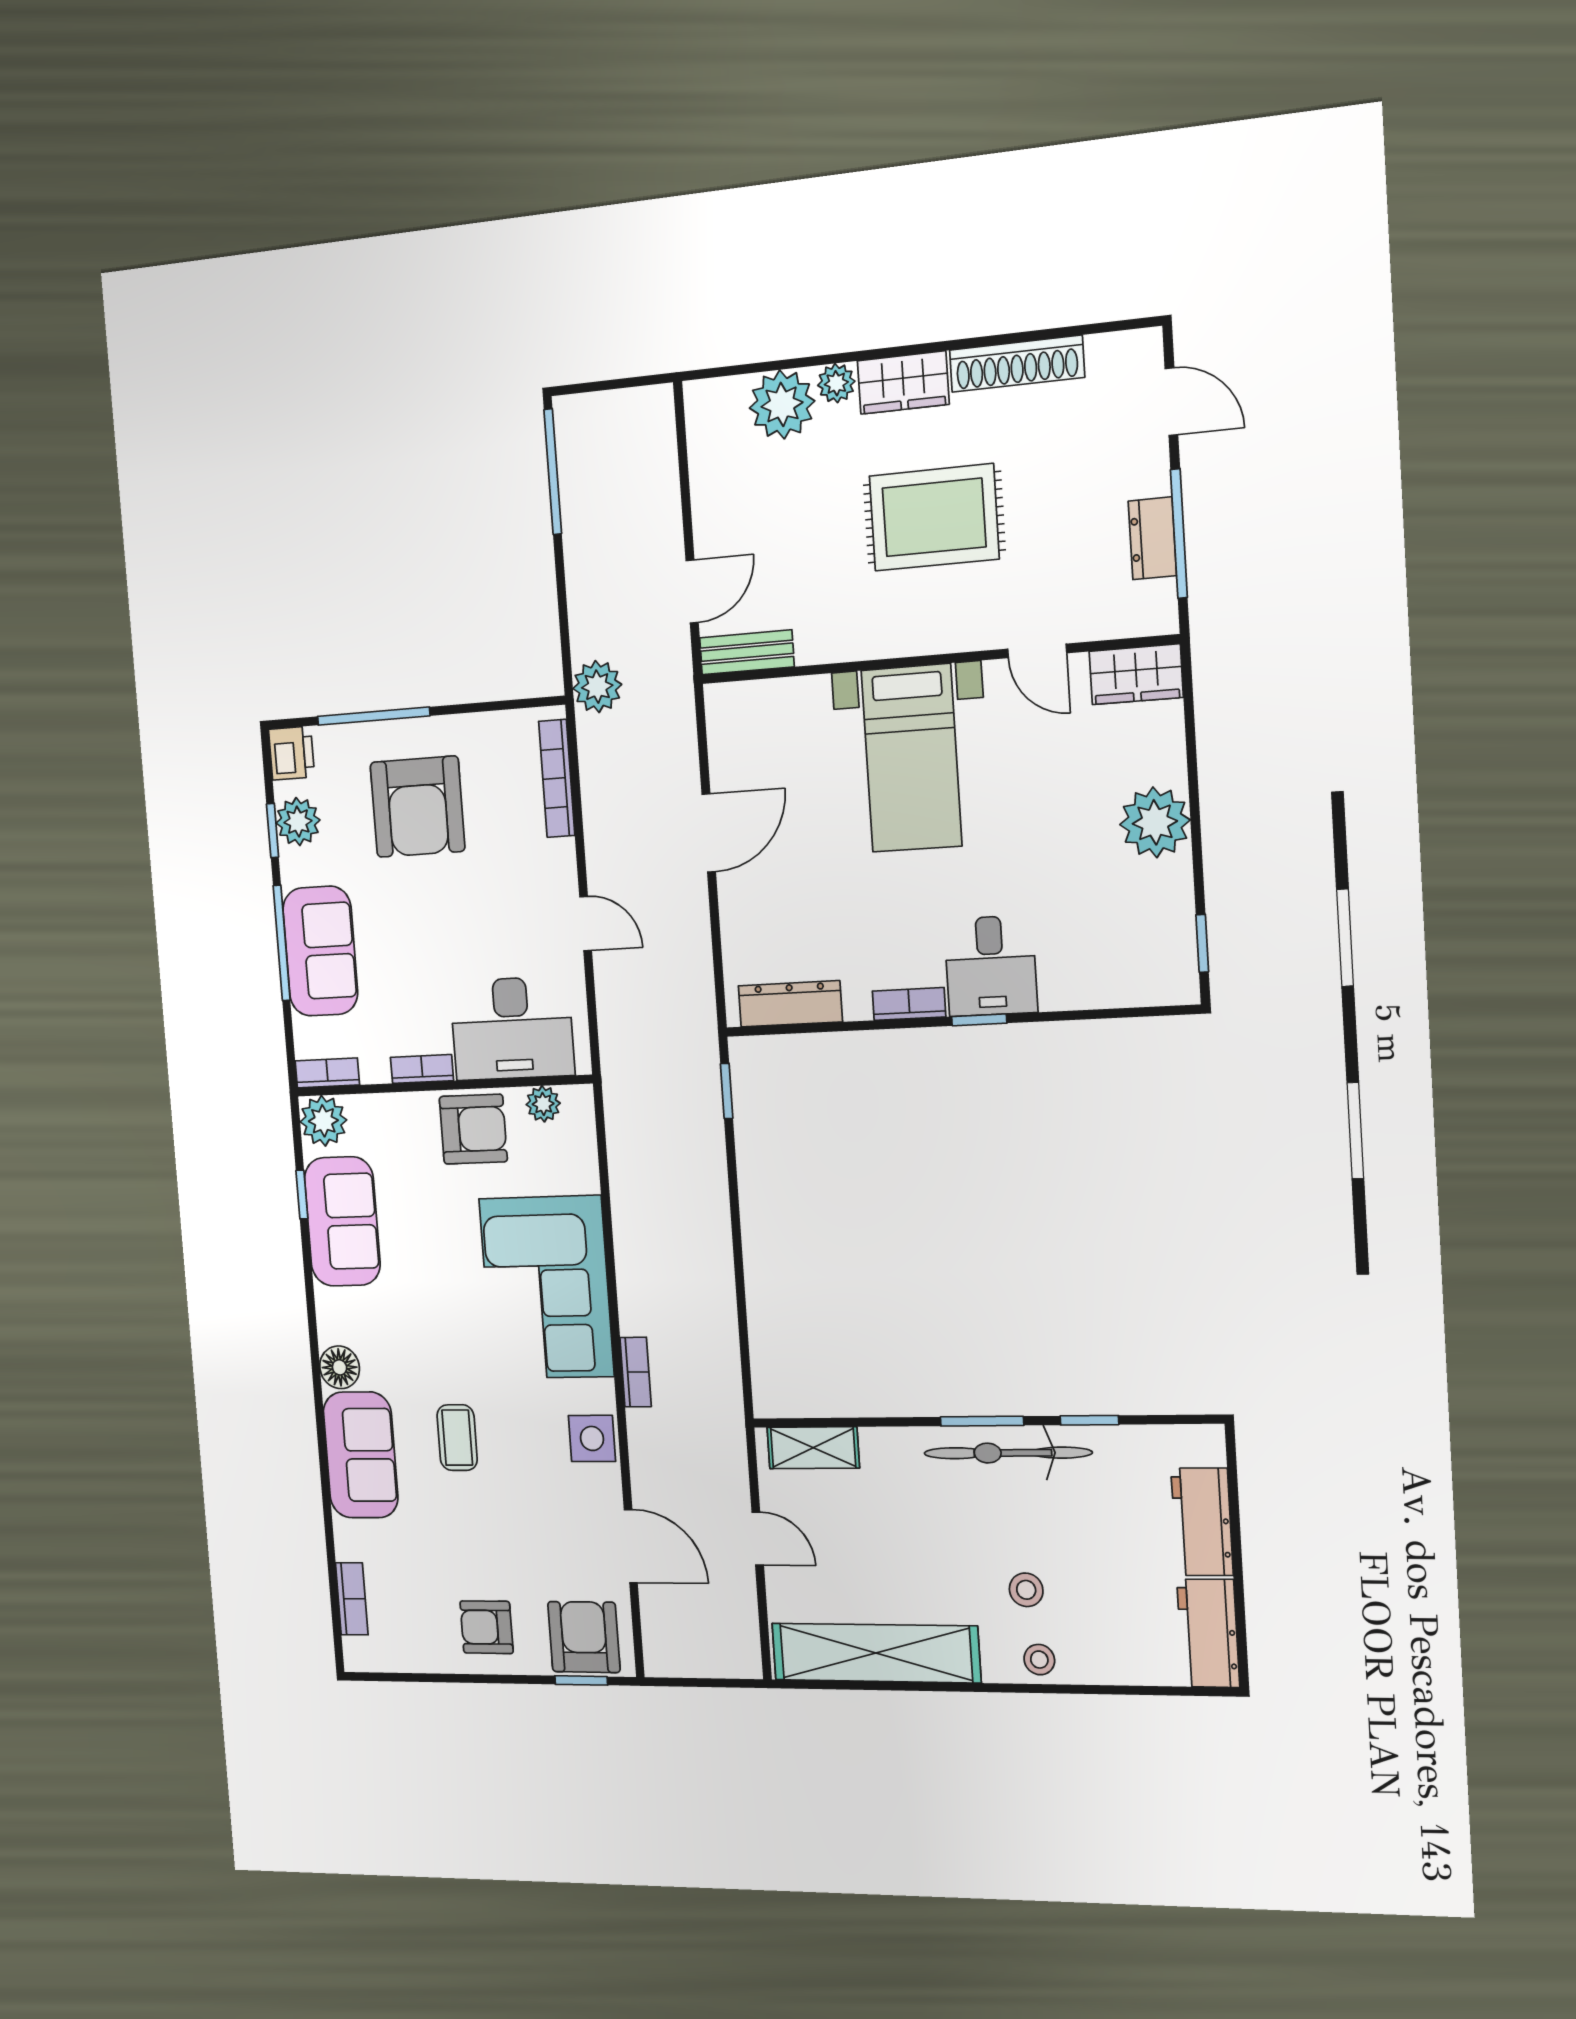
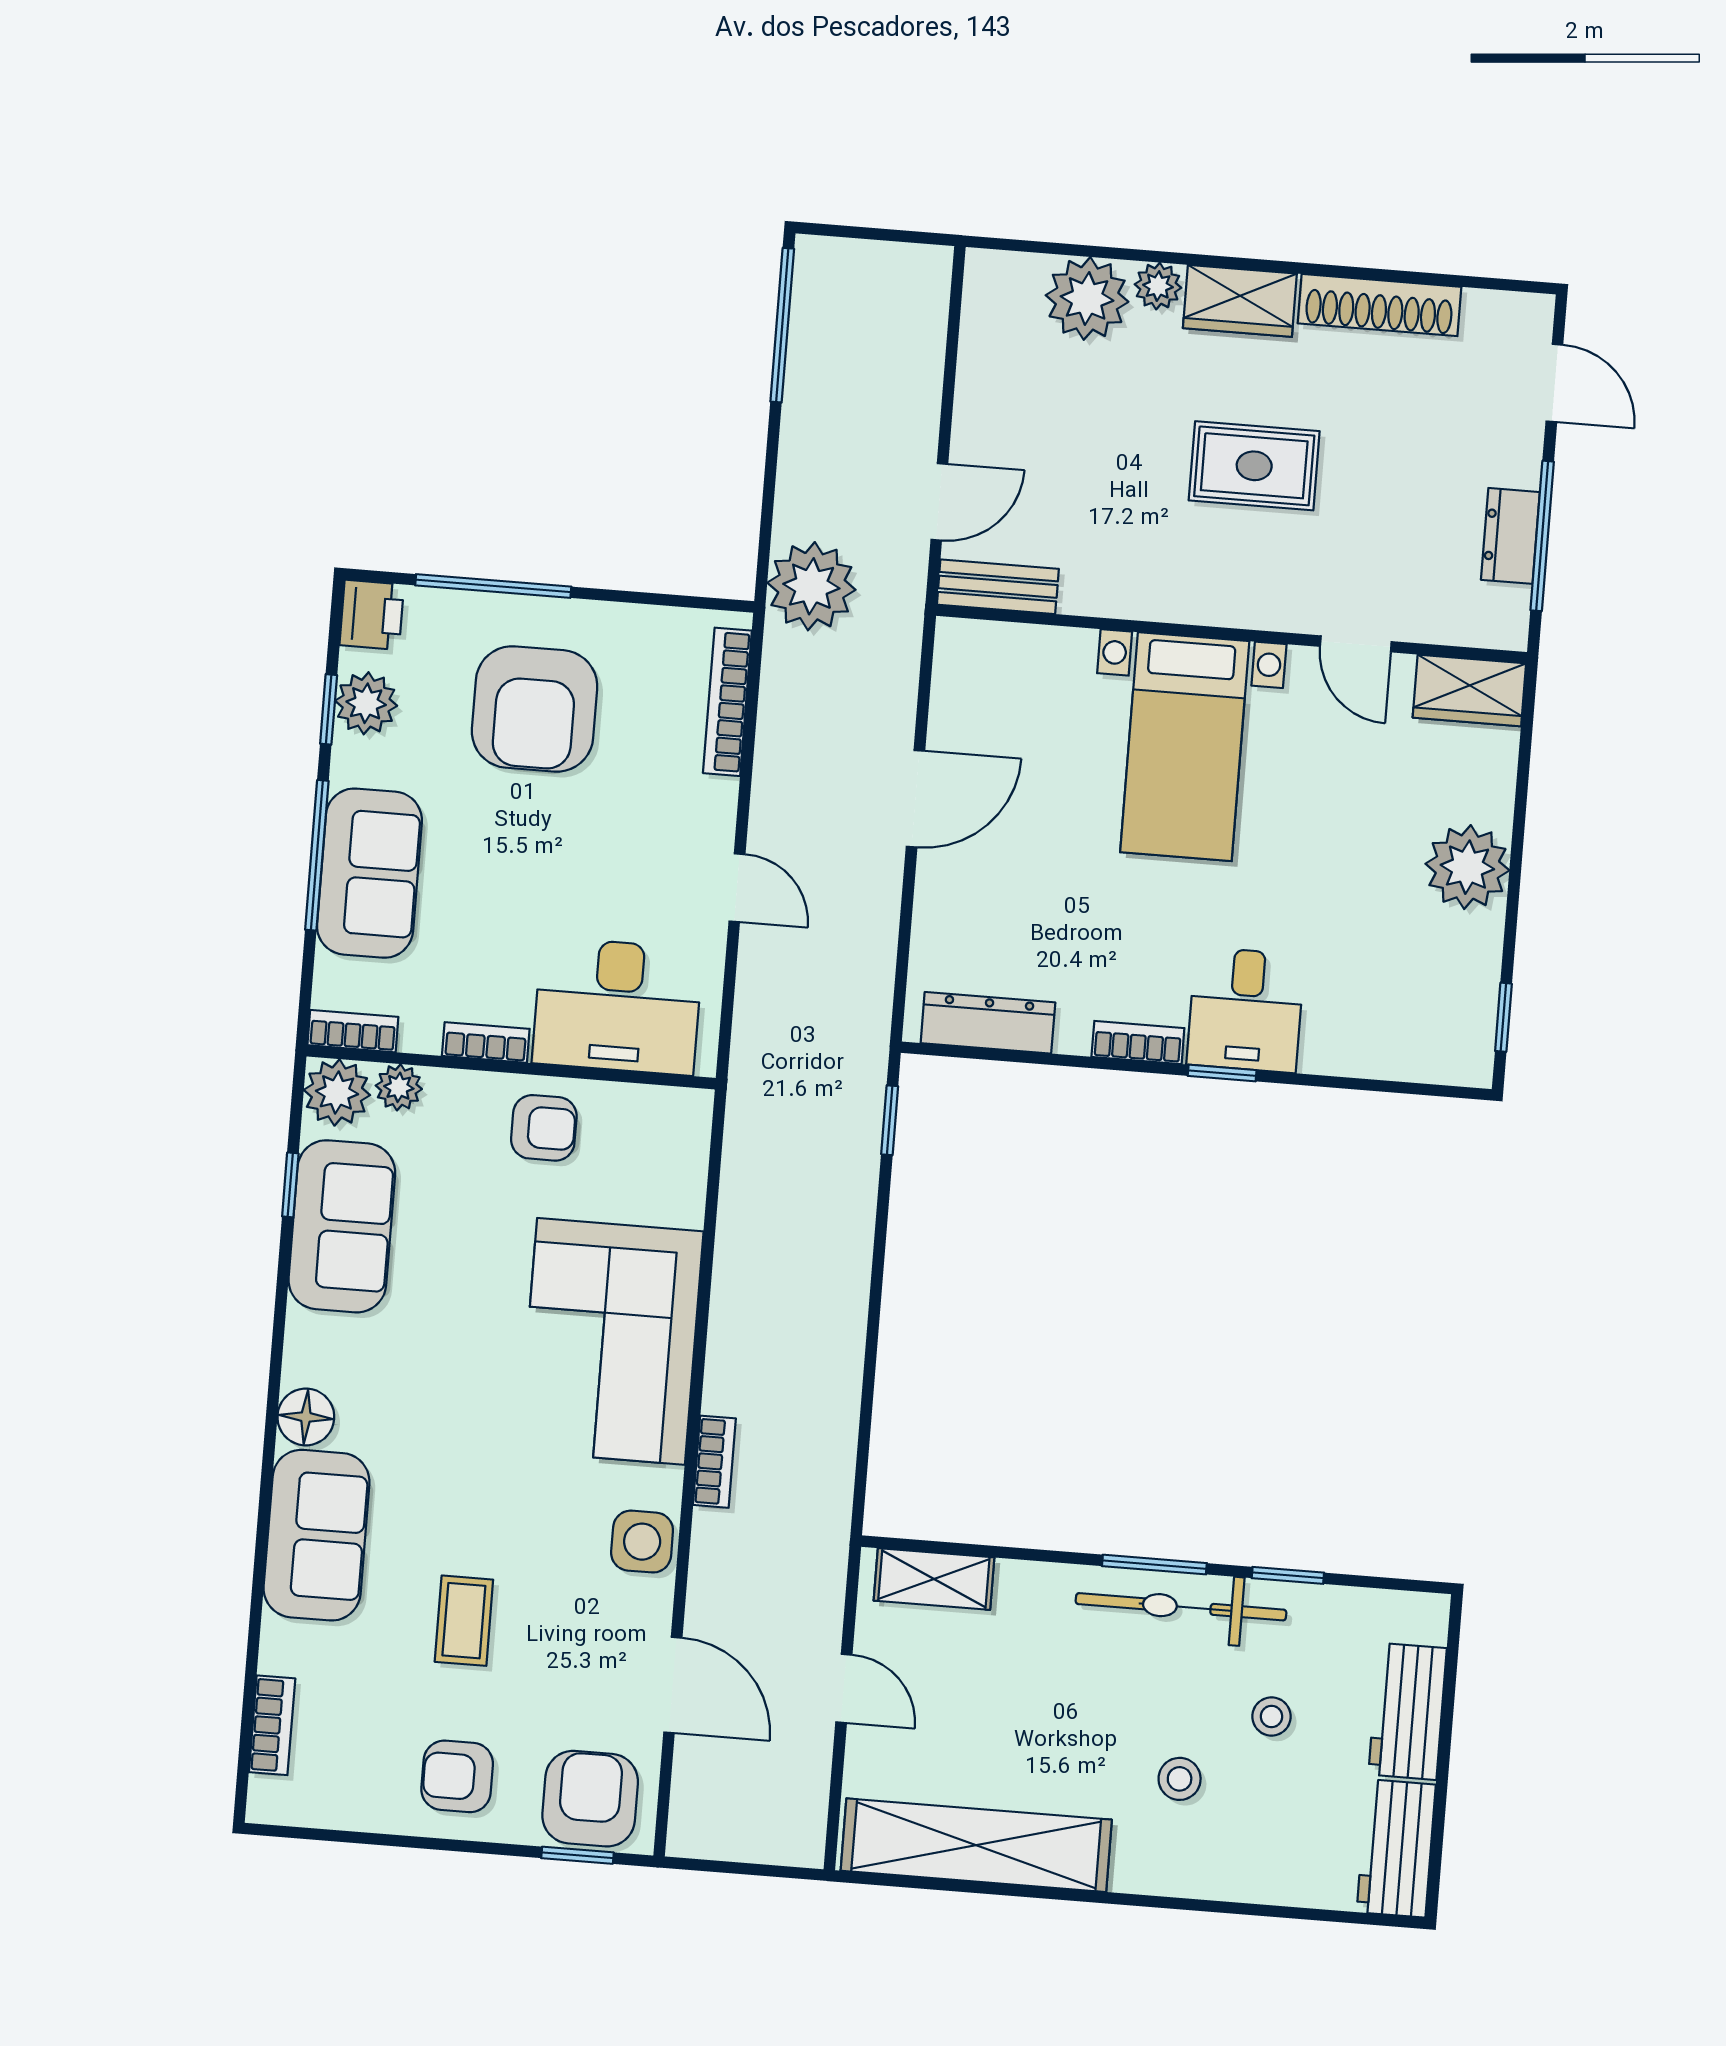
rug: (934, 517) -> (1254, 466), width x0.73, depth x0.70
plant: (597, 687) -> (811, 586), width x1.36, depth x1.36
plant: (543, 1104) -> (399, 1087), moved
armchair: (473, 1129) -> (544, 1128), width x0.72, depth x0.72
coffee table: (457, 1438) -> (464, 1621), moved
stool: (1039, 1660) -> (1272, 1716), moved

